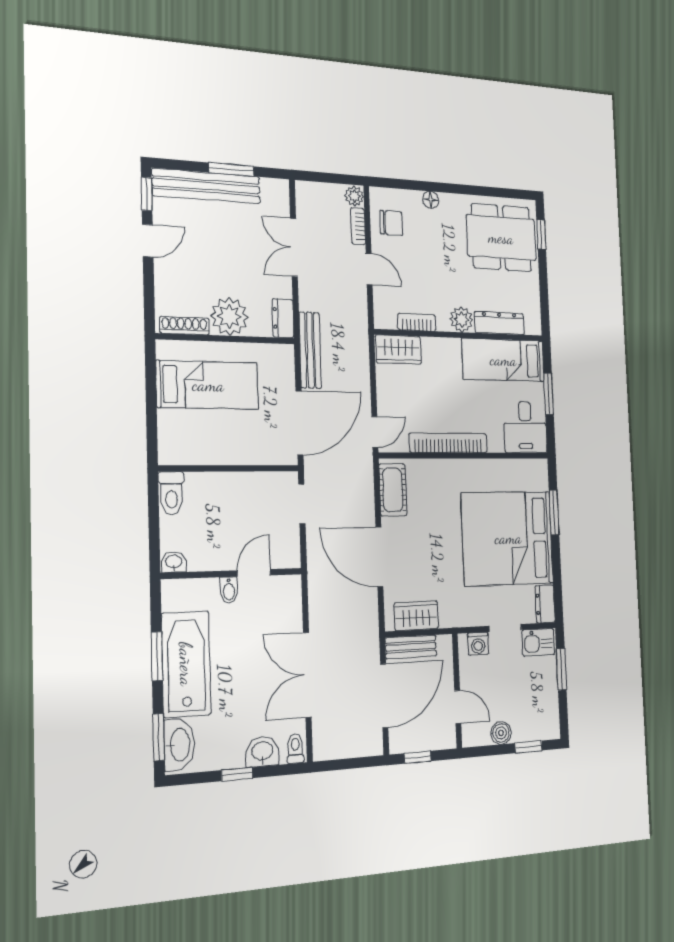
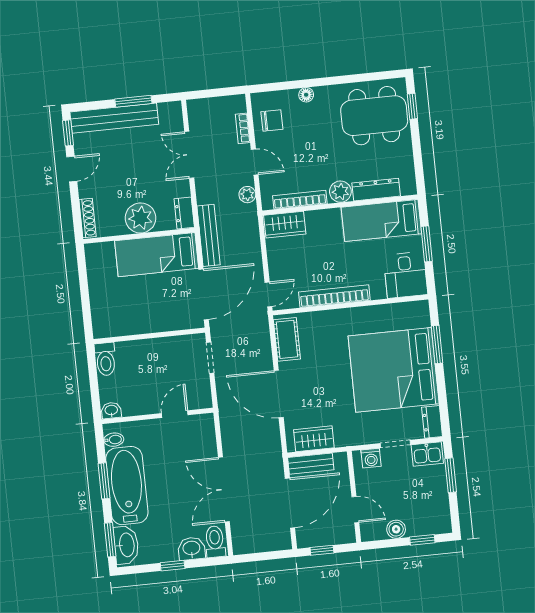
plant: (354, 196) -> (247, 195), moved
bookcase: (417, 322) -> (300, 200), width x1.56
shoe rack: (184, 326) -> (88, 218), moved, turned 90
bed: (208, 385) -> (157, 255), moved, turned 180
bidet: (229, 590) -> (114, 440), moved, turned -90
toilet: (295, 748) -> (215, 542), width x1.37, depth x1.39

